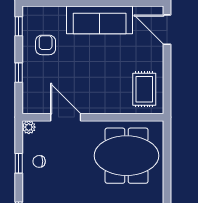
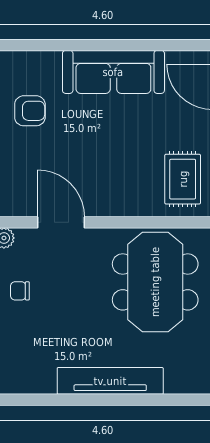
armchair: (46, 45) -> (30, 111), turned 90
meeting table: (127, 156) -> (155, 282), turned 90

